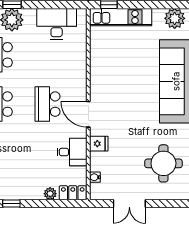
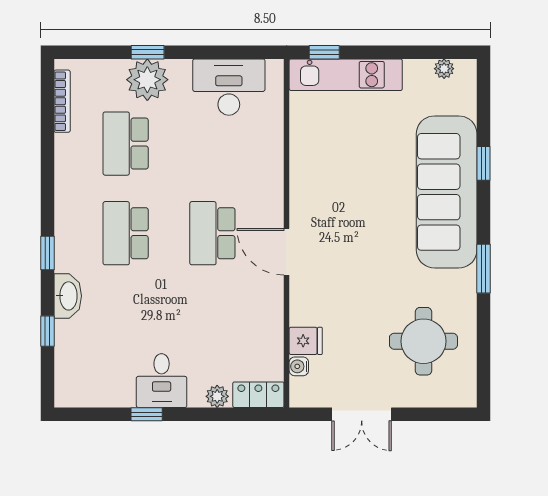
plant: (175, 18) -> (444, 69), width x0.53, depth x0.53
fridge: (99, 144) -> (306, 341), moved
desk: (72, 152) -> (162, 381), moved, turned 90

